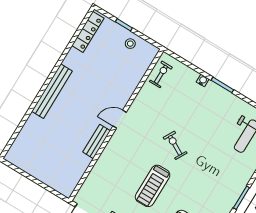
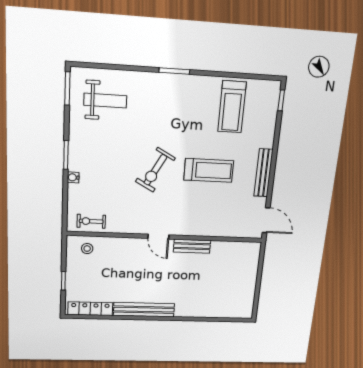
stool: (130, 44) -> (87, 249), moved
bench: (52, 91) -> (144, 310), moved
exercise bike: (175, 145) -> (155, 170), width x1.38, depth x1.39

